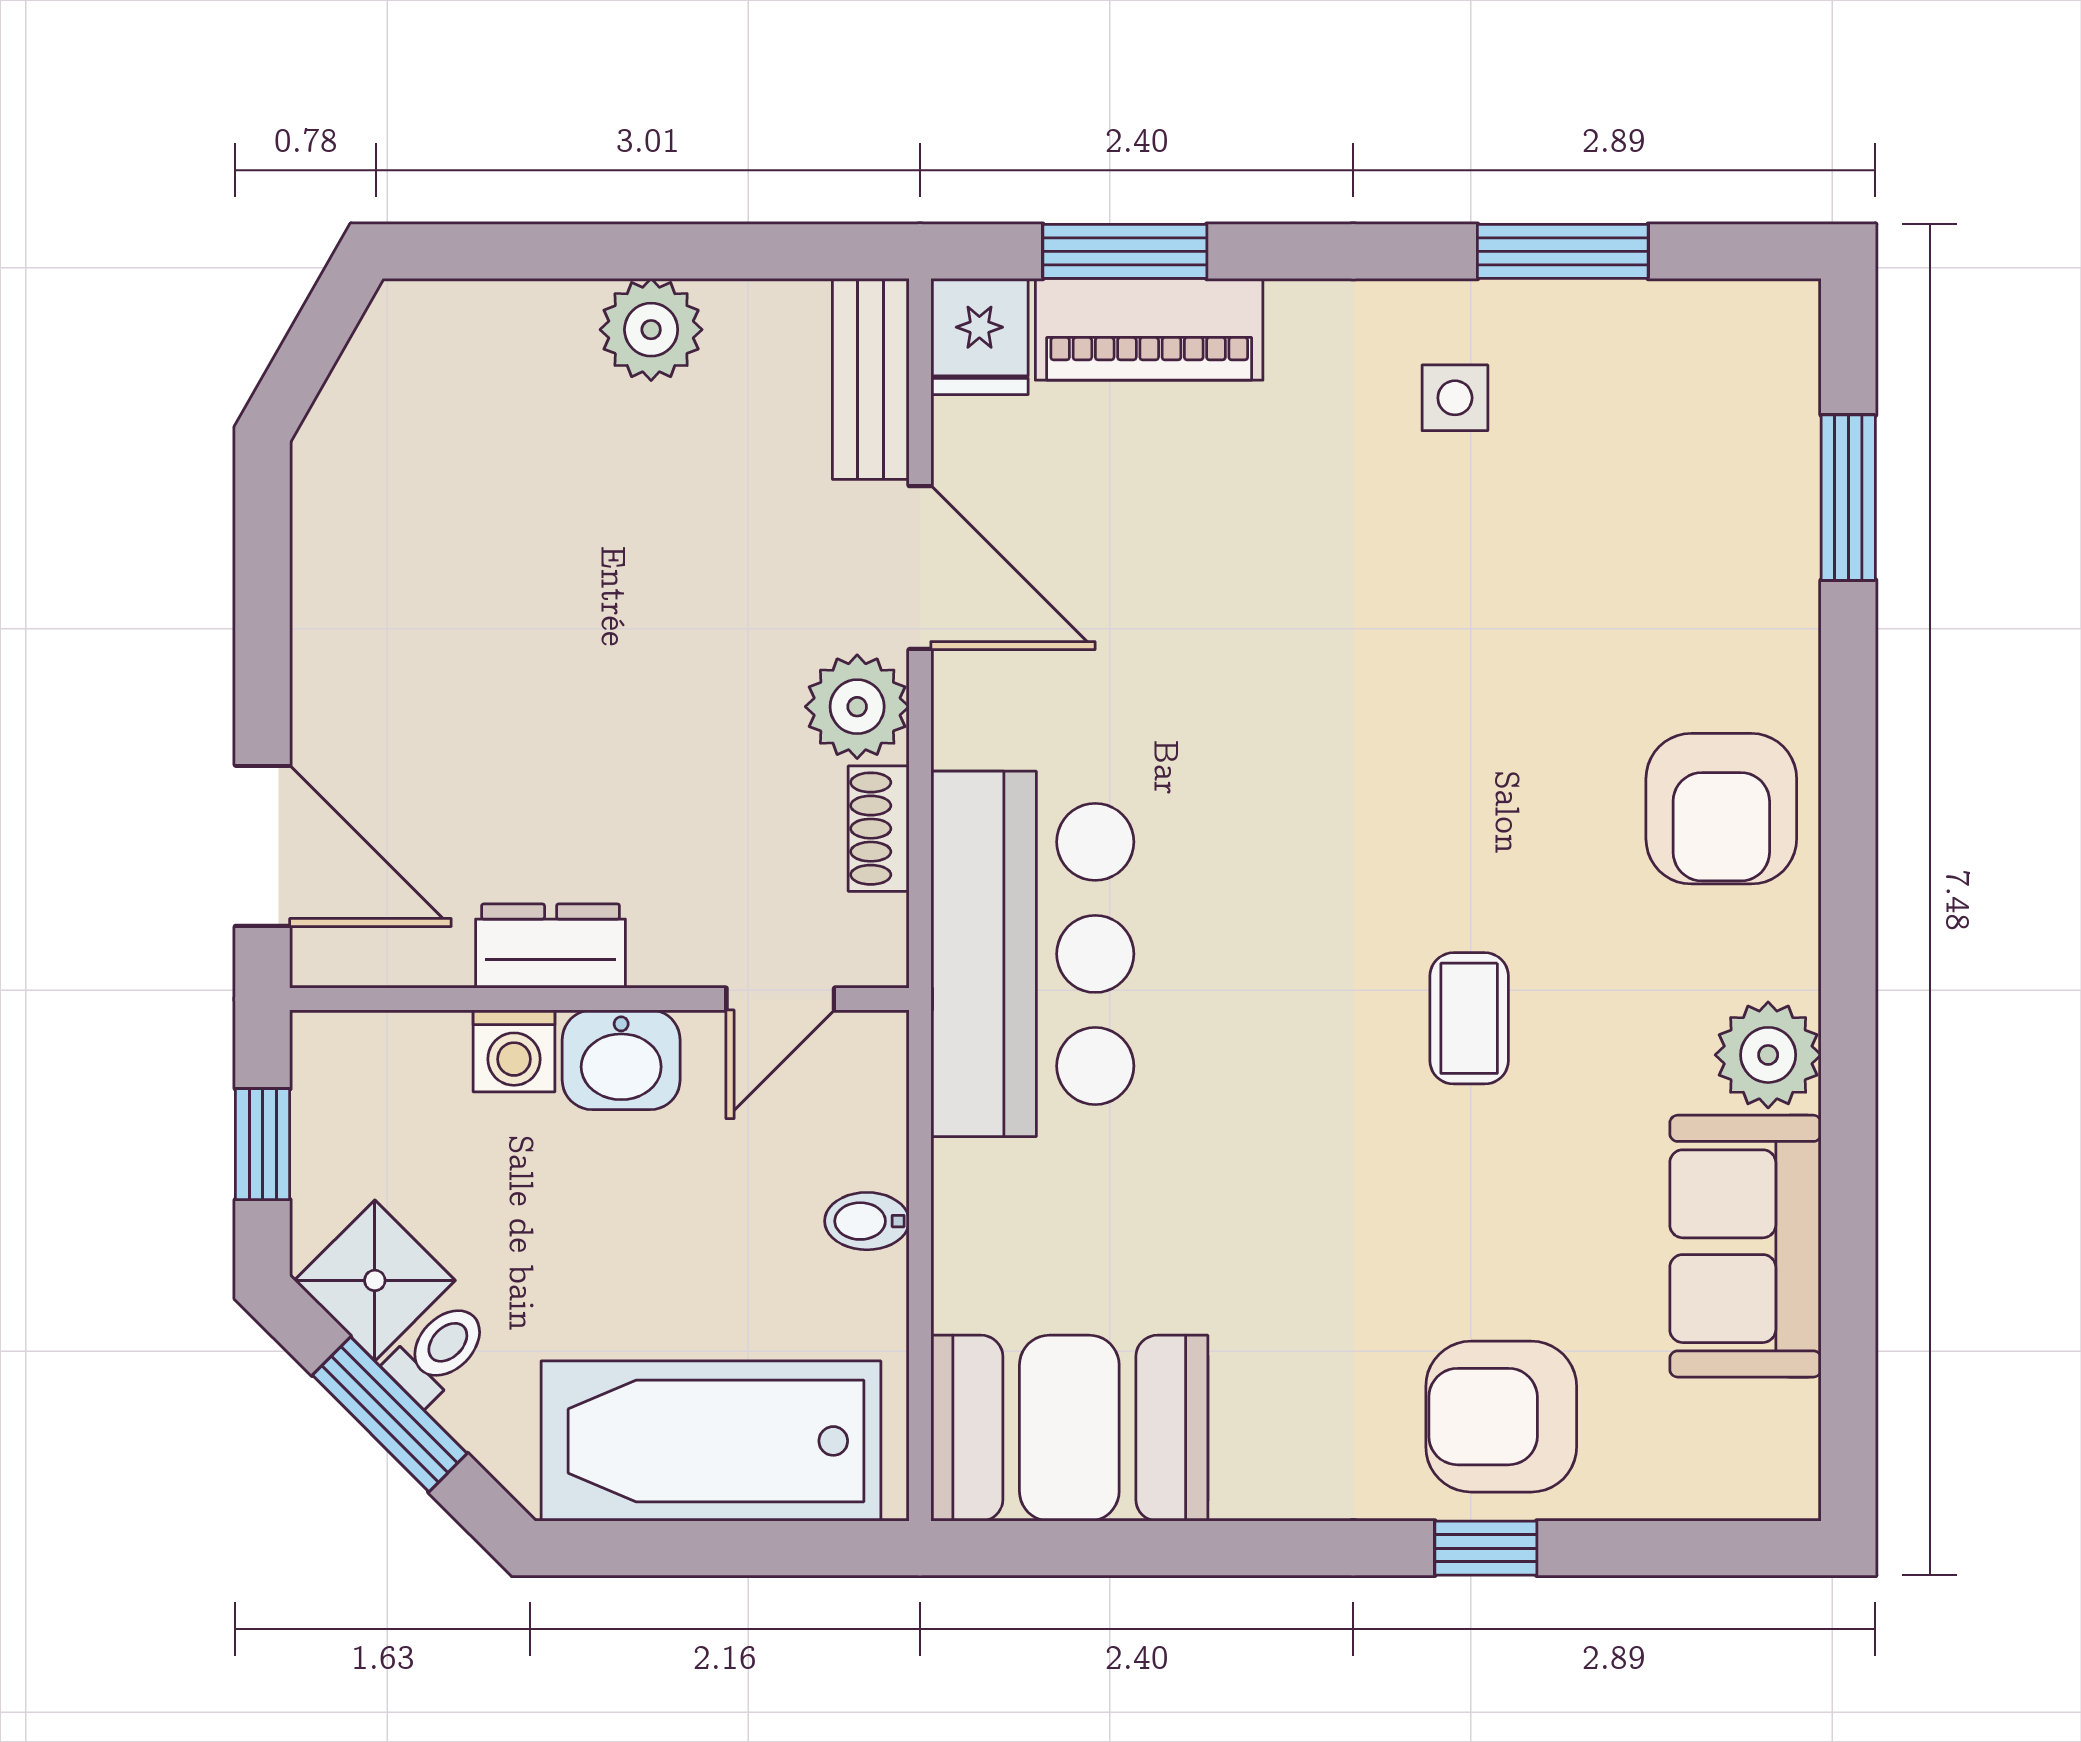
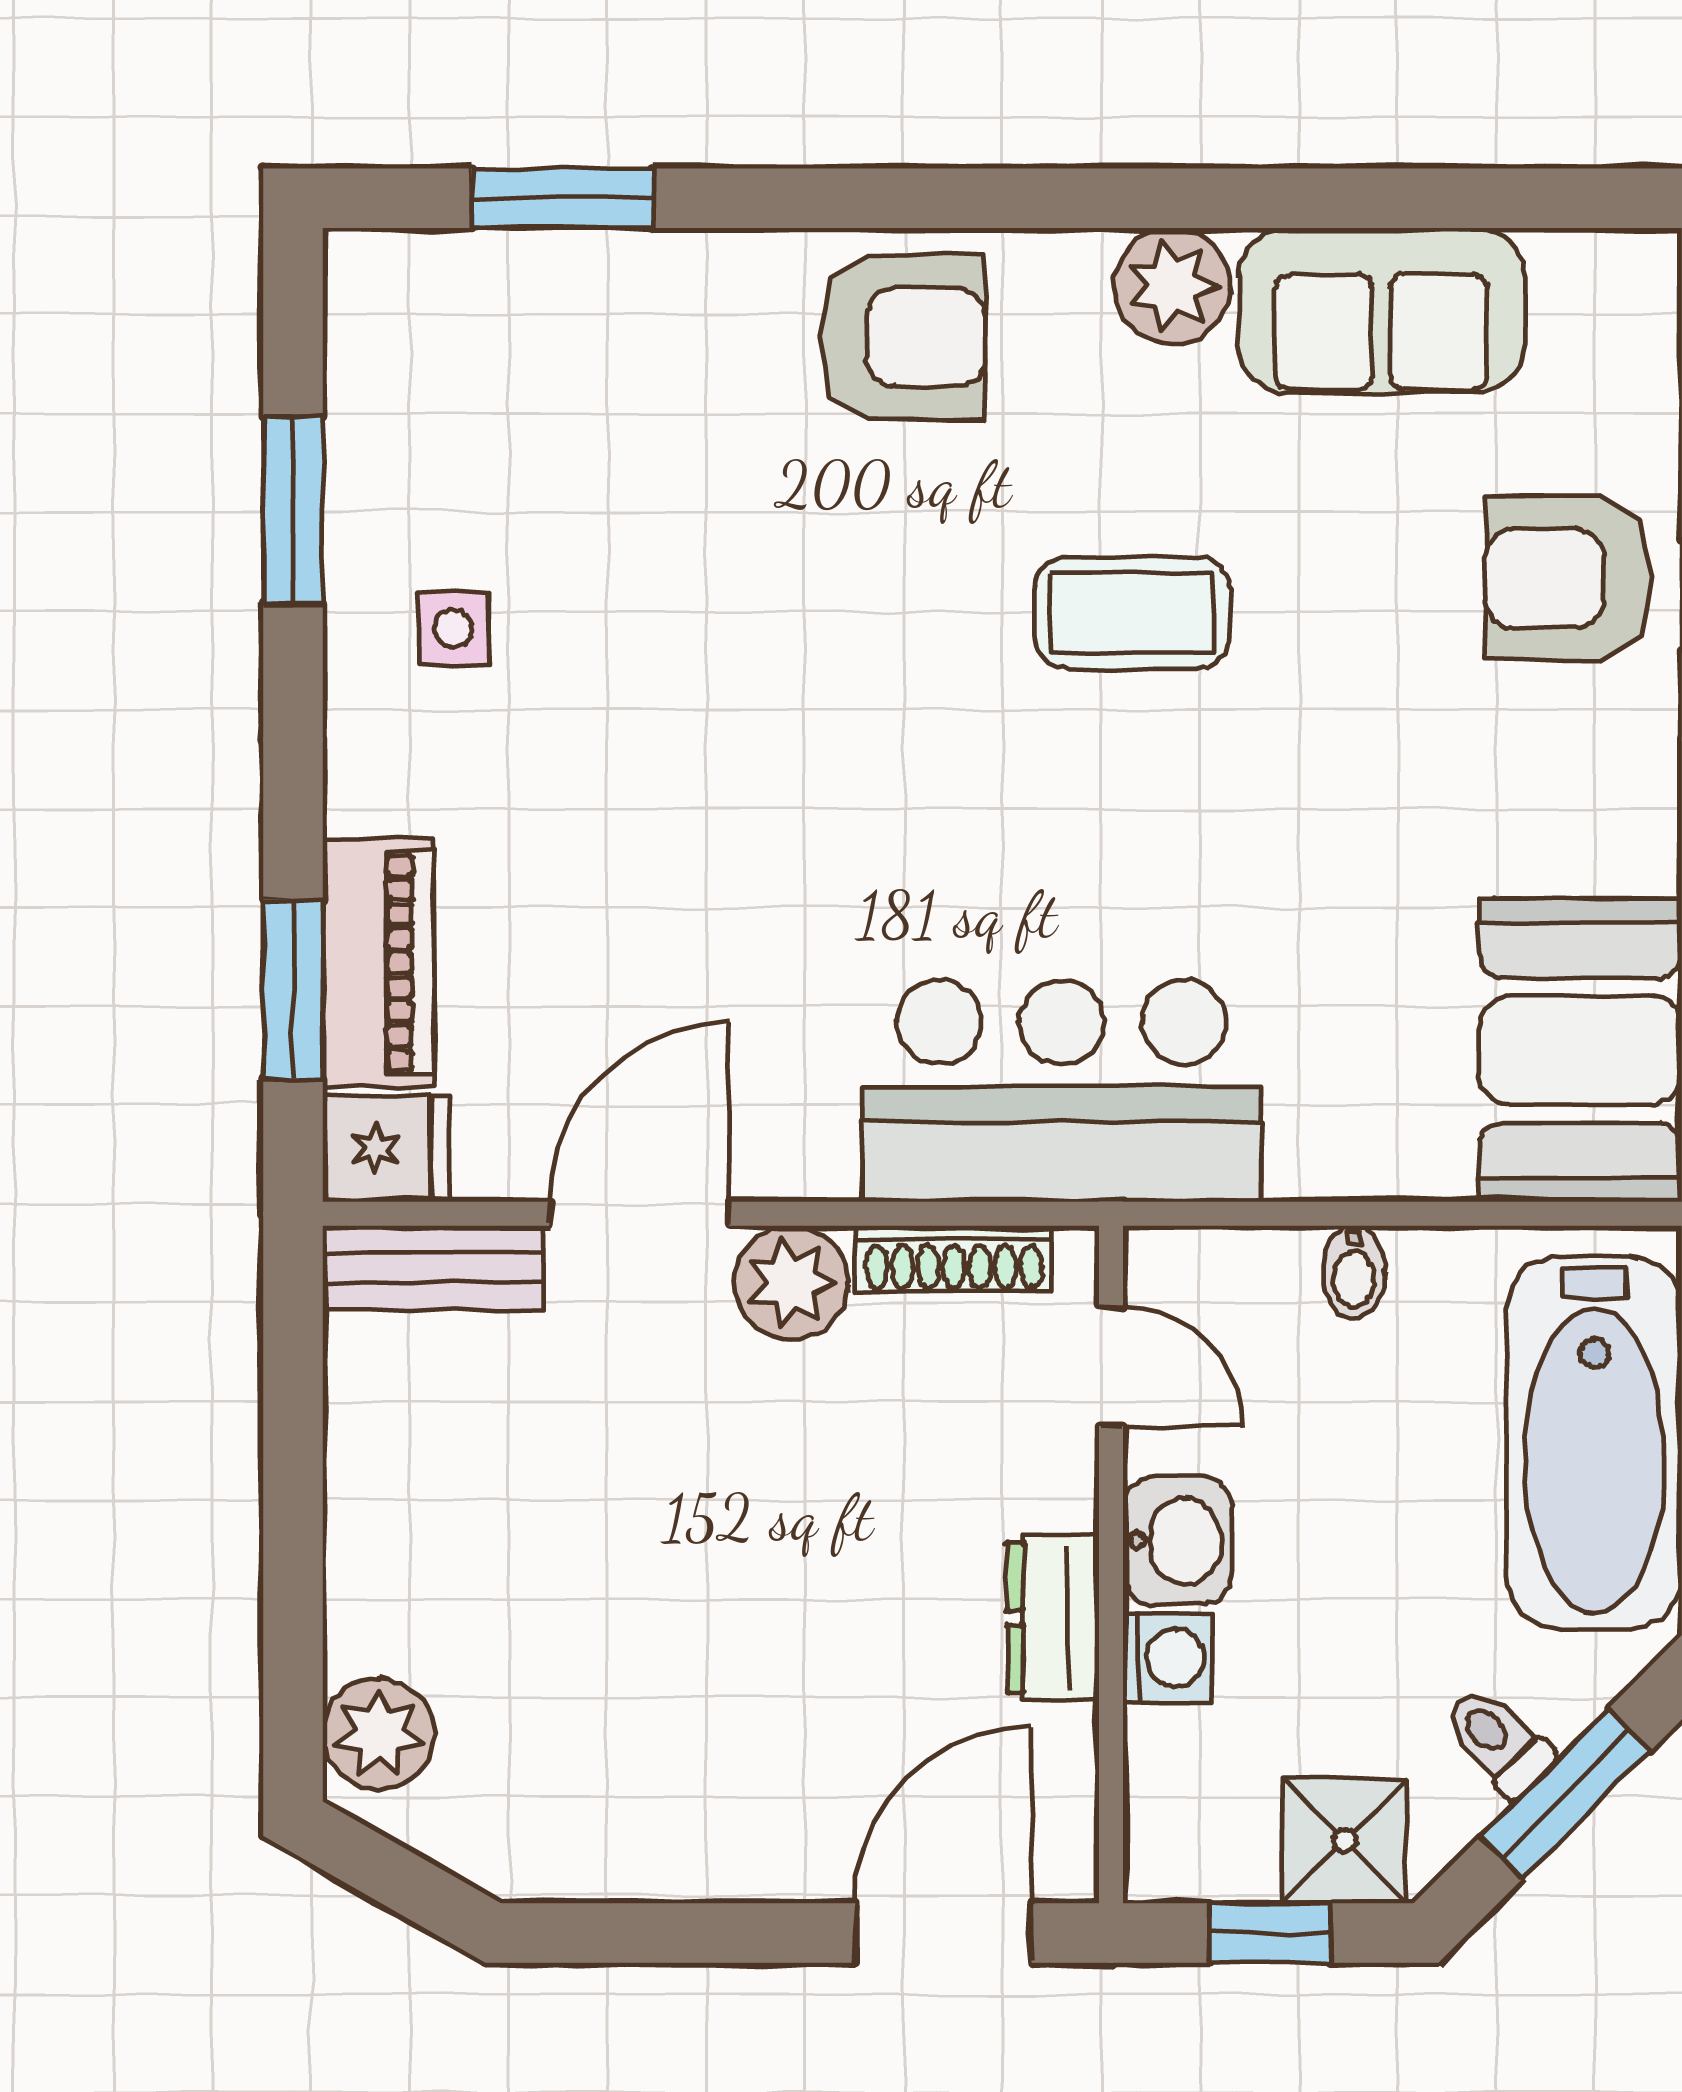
plant: (651, 330) -> (379, 1734), moved
shoe rack: (879, 829) -> (954, 1259), width x1.43
coffee table: (1469, 1018) -> (1132, 613), width x1.36, depth x1.30
shower: (375, 1280) -> (1345, 1841), moved, turned 45
armchair: (1501, 1417) -> (1568, 578), turned 90

